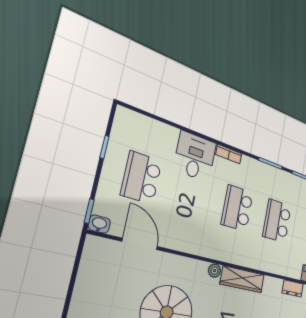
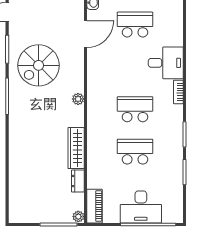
wardrobe: (243, 279) -> (76, 148), moved

